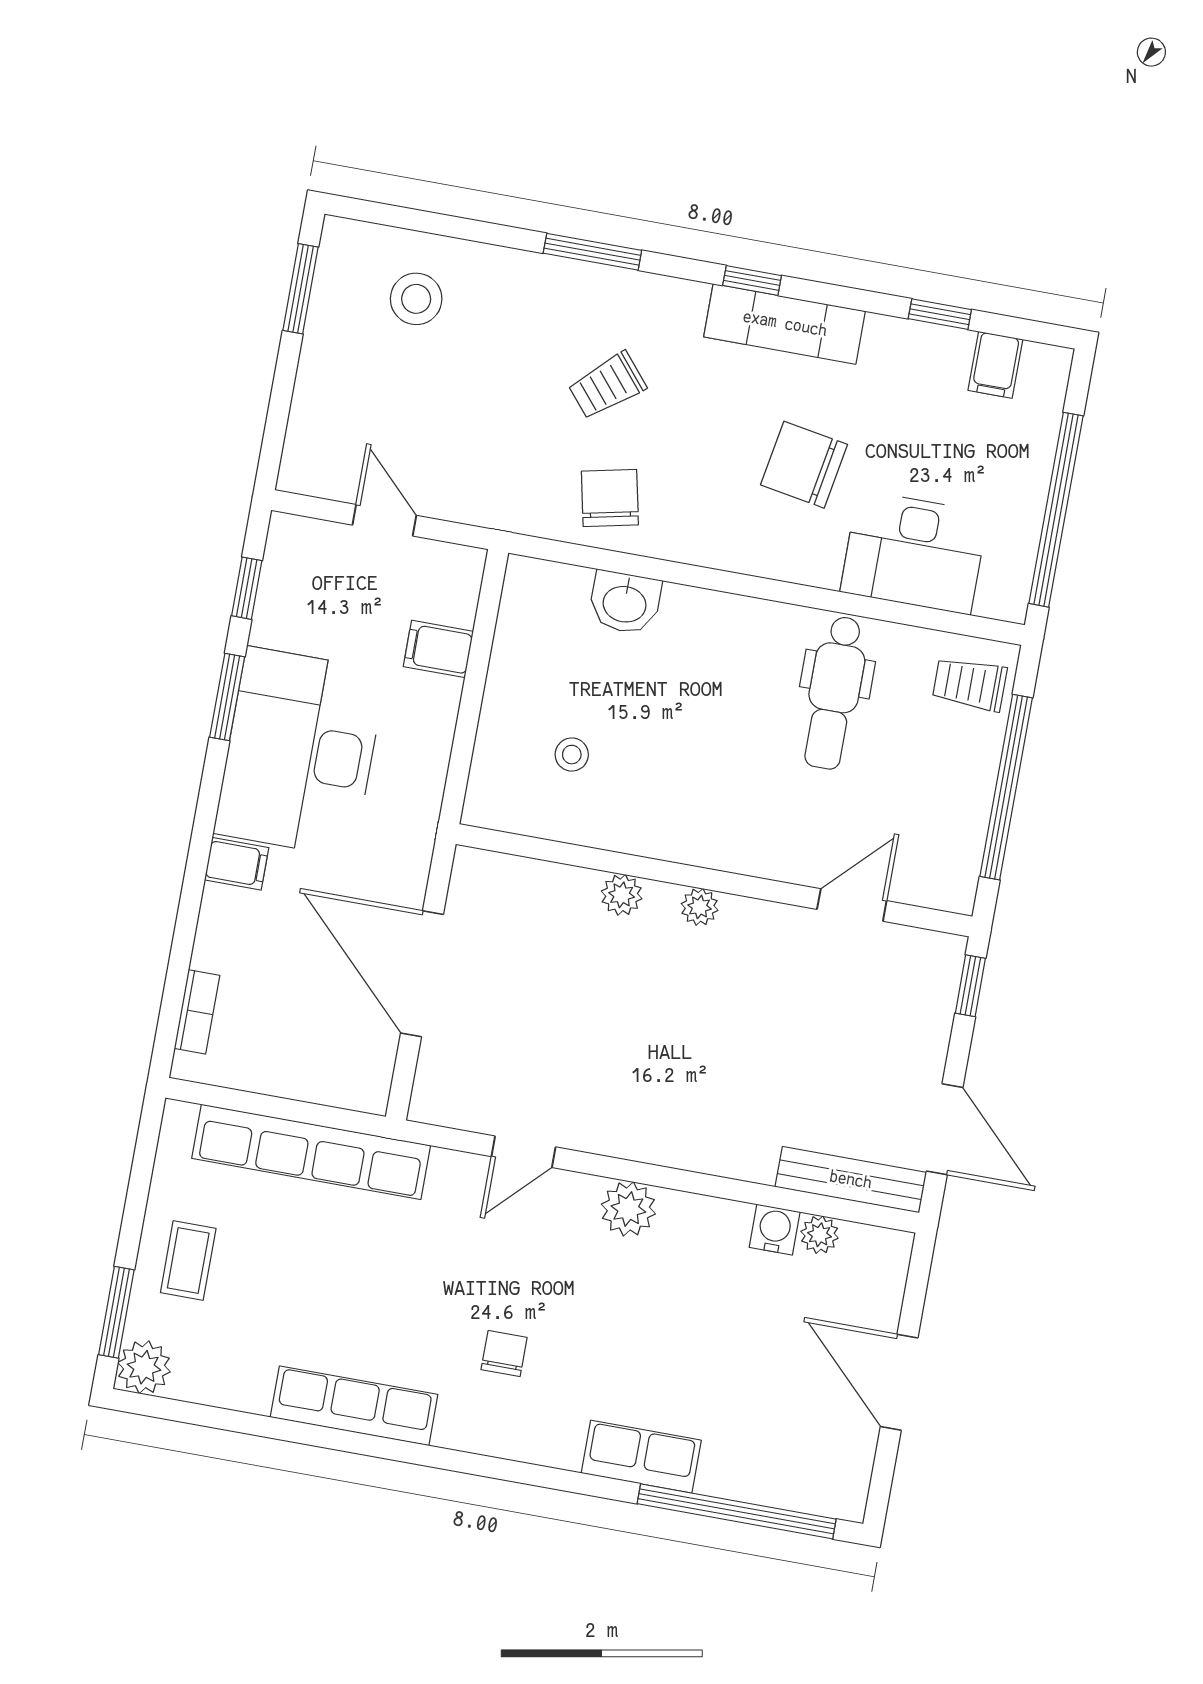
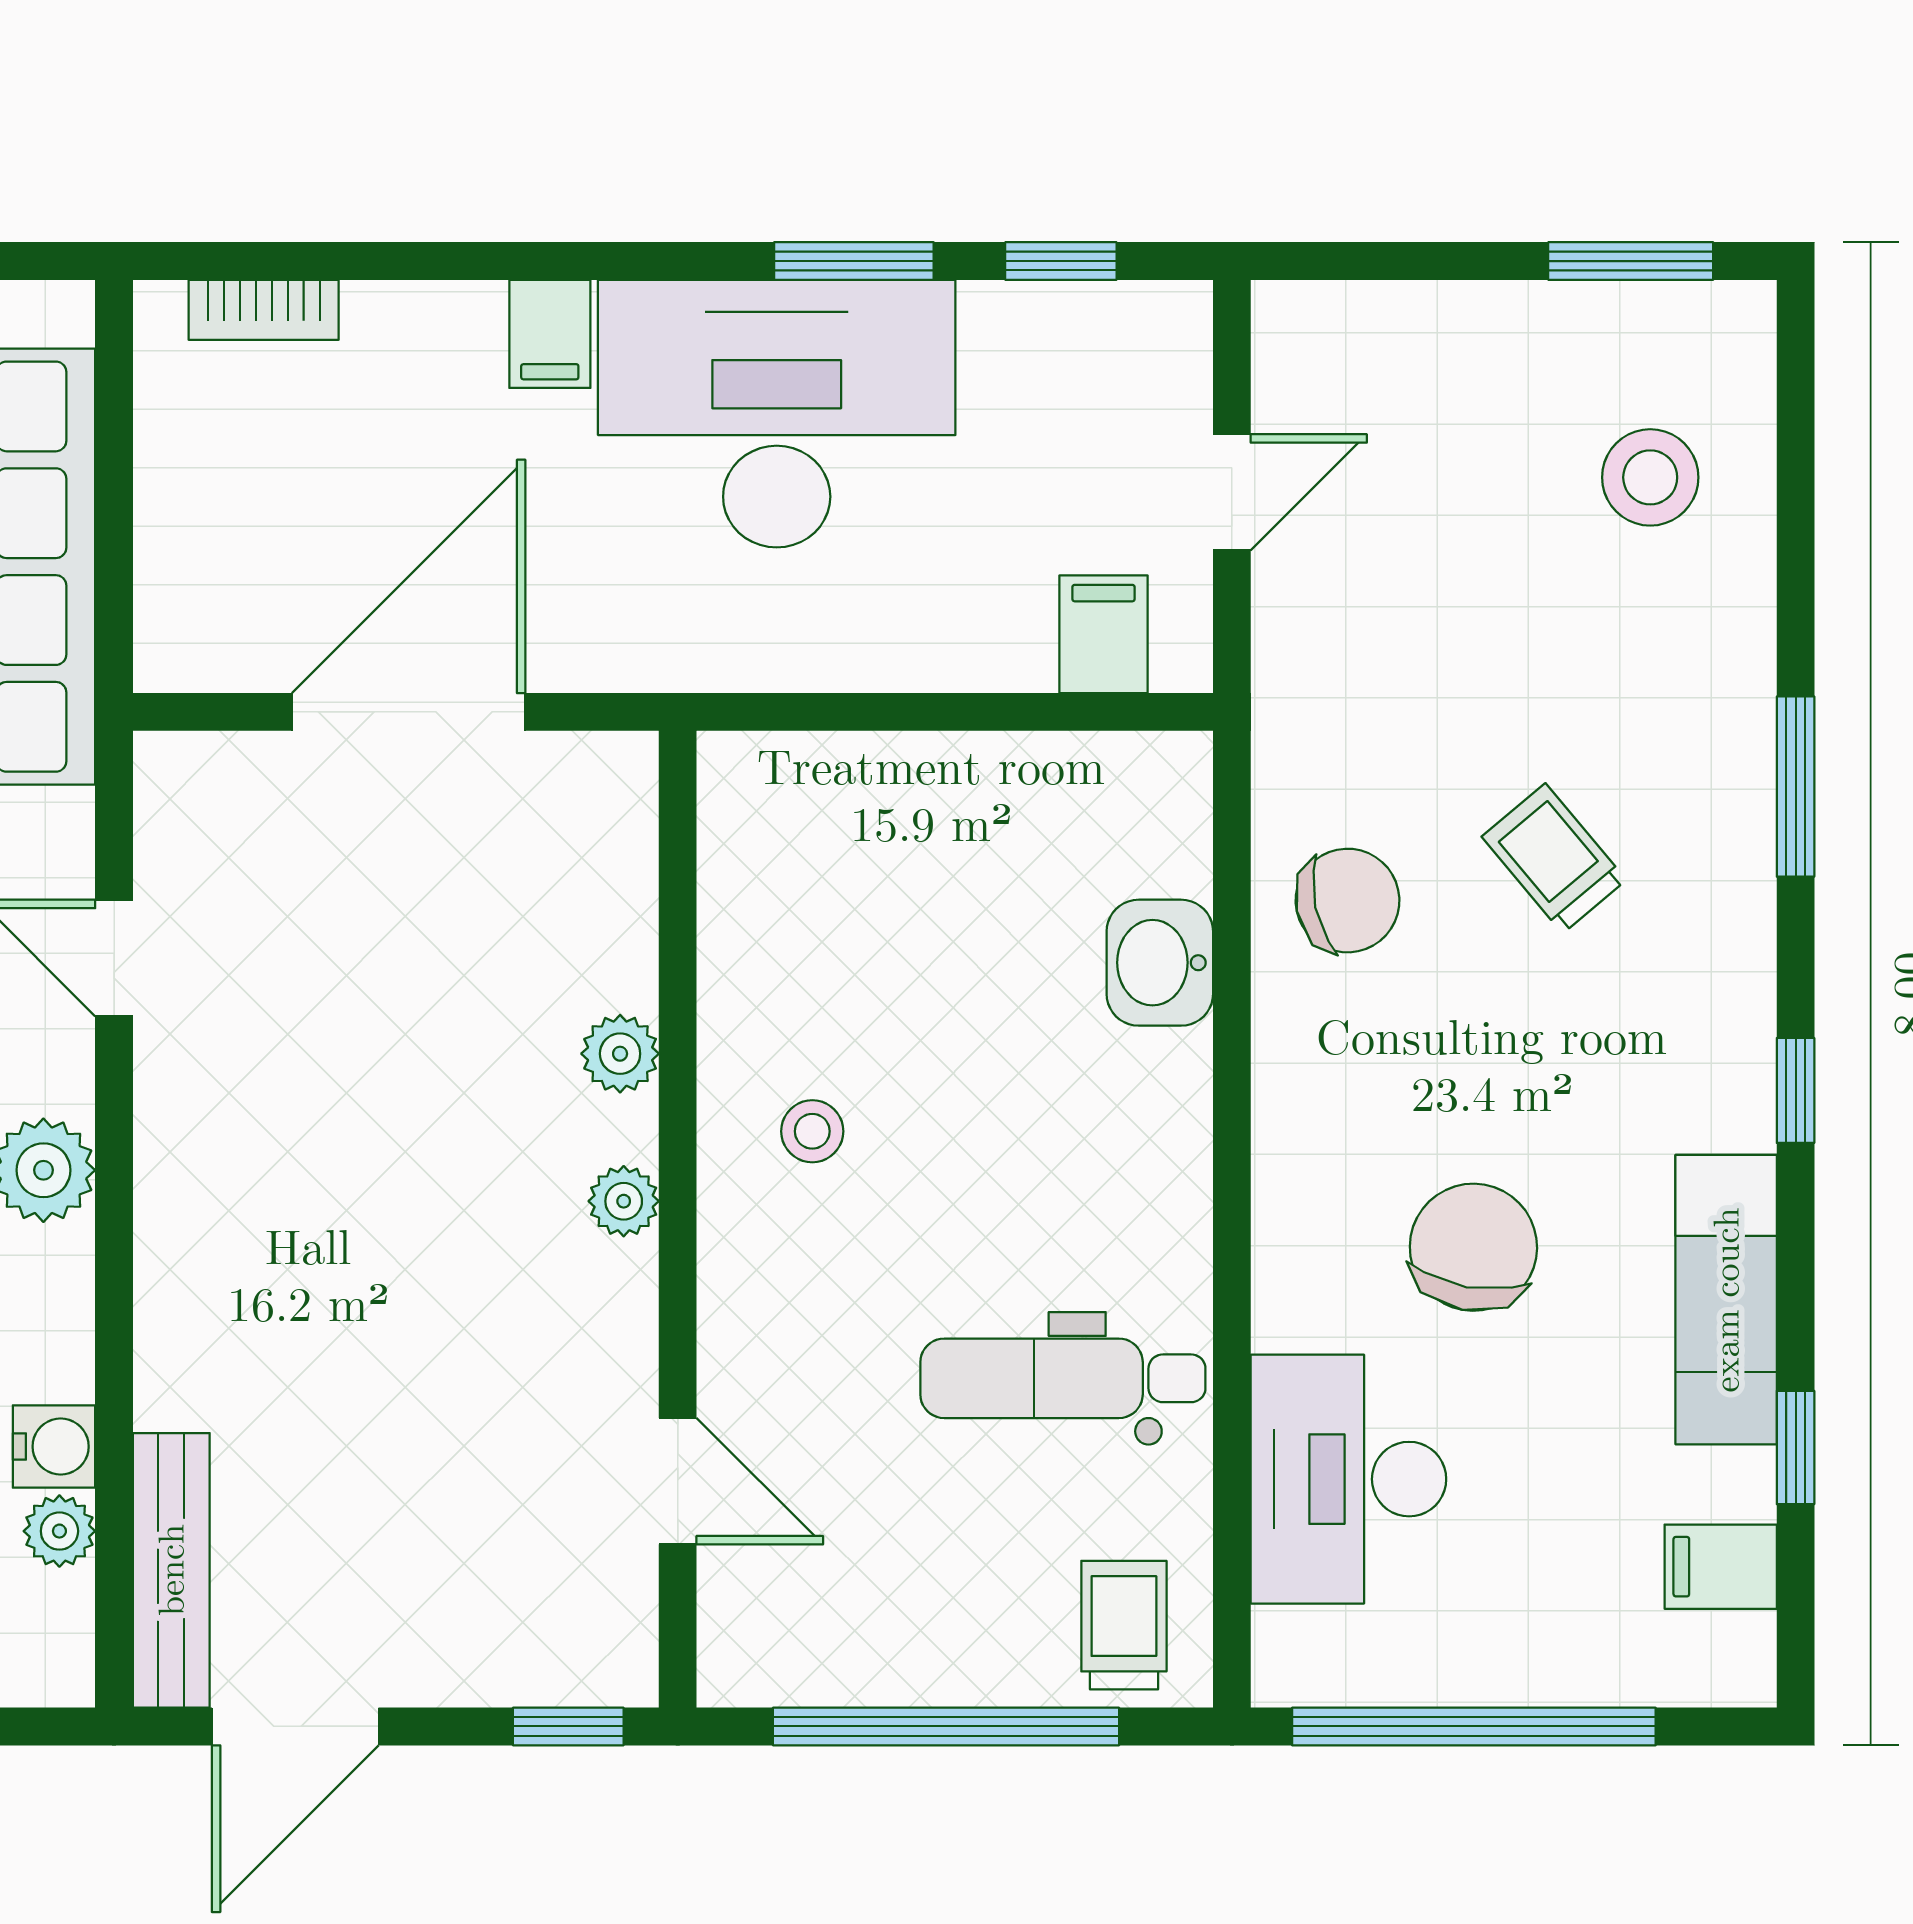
exam couch: (785, 324) -> (1726, 1300), moved
filing cabinet: (438, 649) -> (1103, 634), moved
stool: (572, 755) -> (812, 1131), moved

